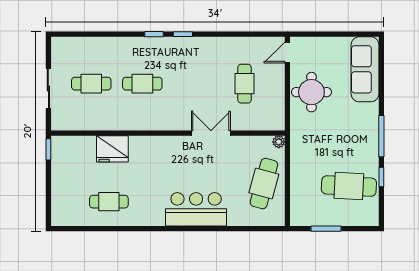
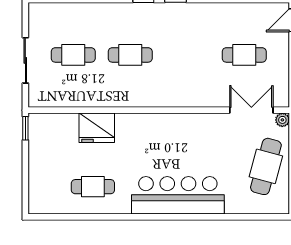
cafe table: (244, 84) -> (244, 55), turned 90
double door: (211, 133) -> (251, 110), moved
bar counter: (196, 209) -> (178, 195), width x1.36

